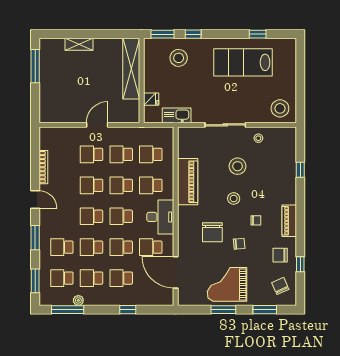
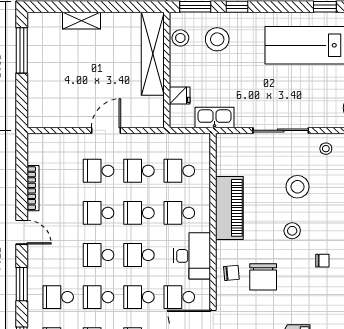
stool: (152, 57) -> (180, 38), added
chair: (239, 244) -> (231, 273), moved

